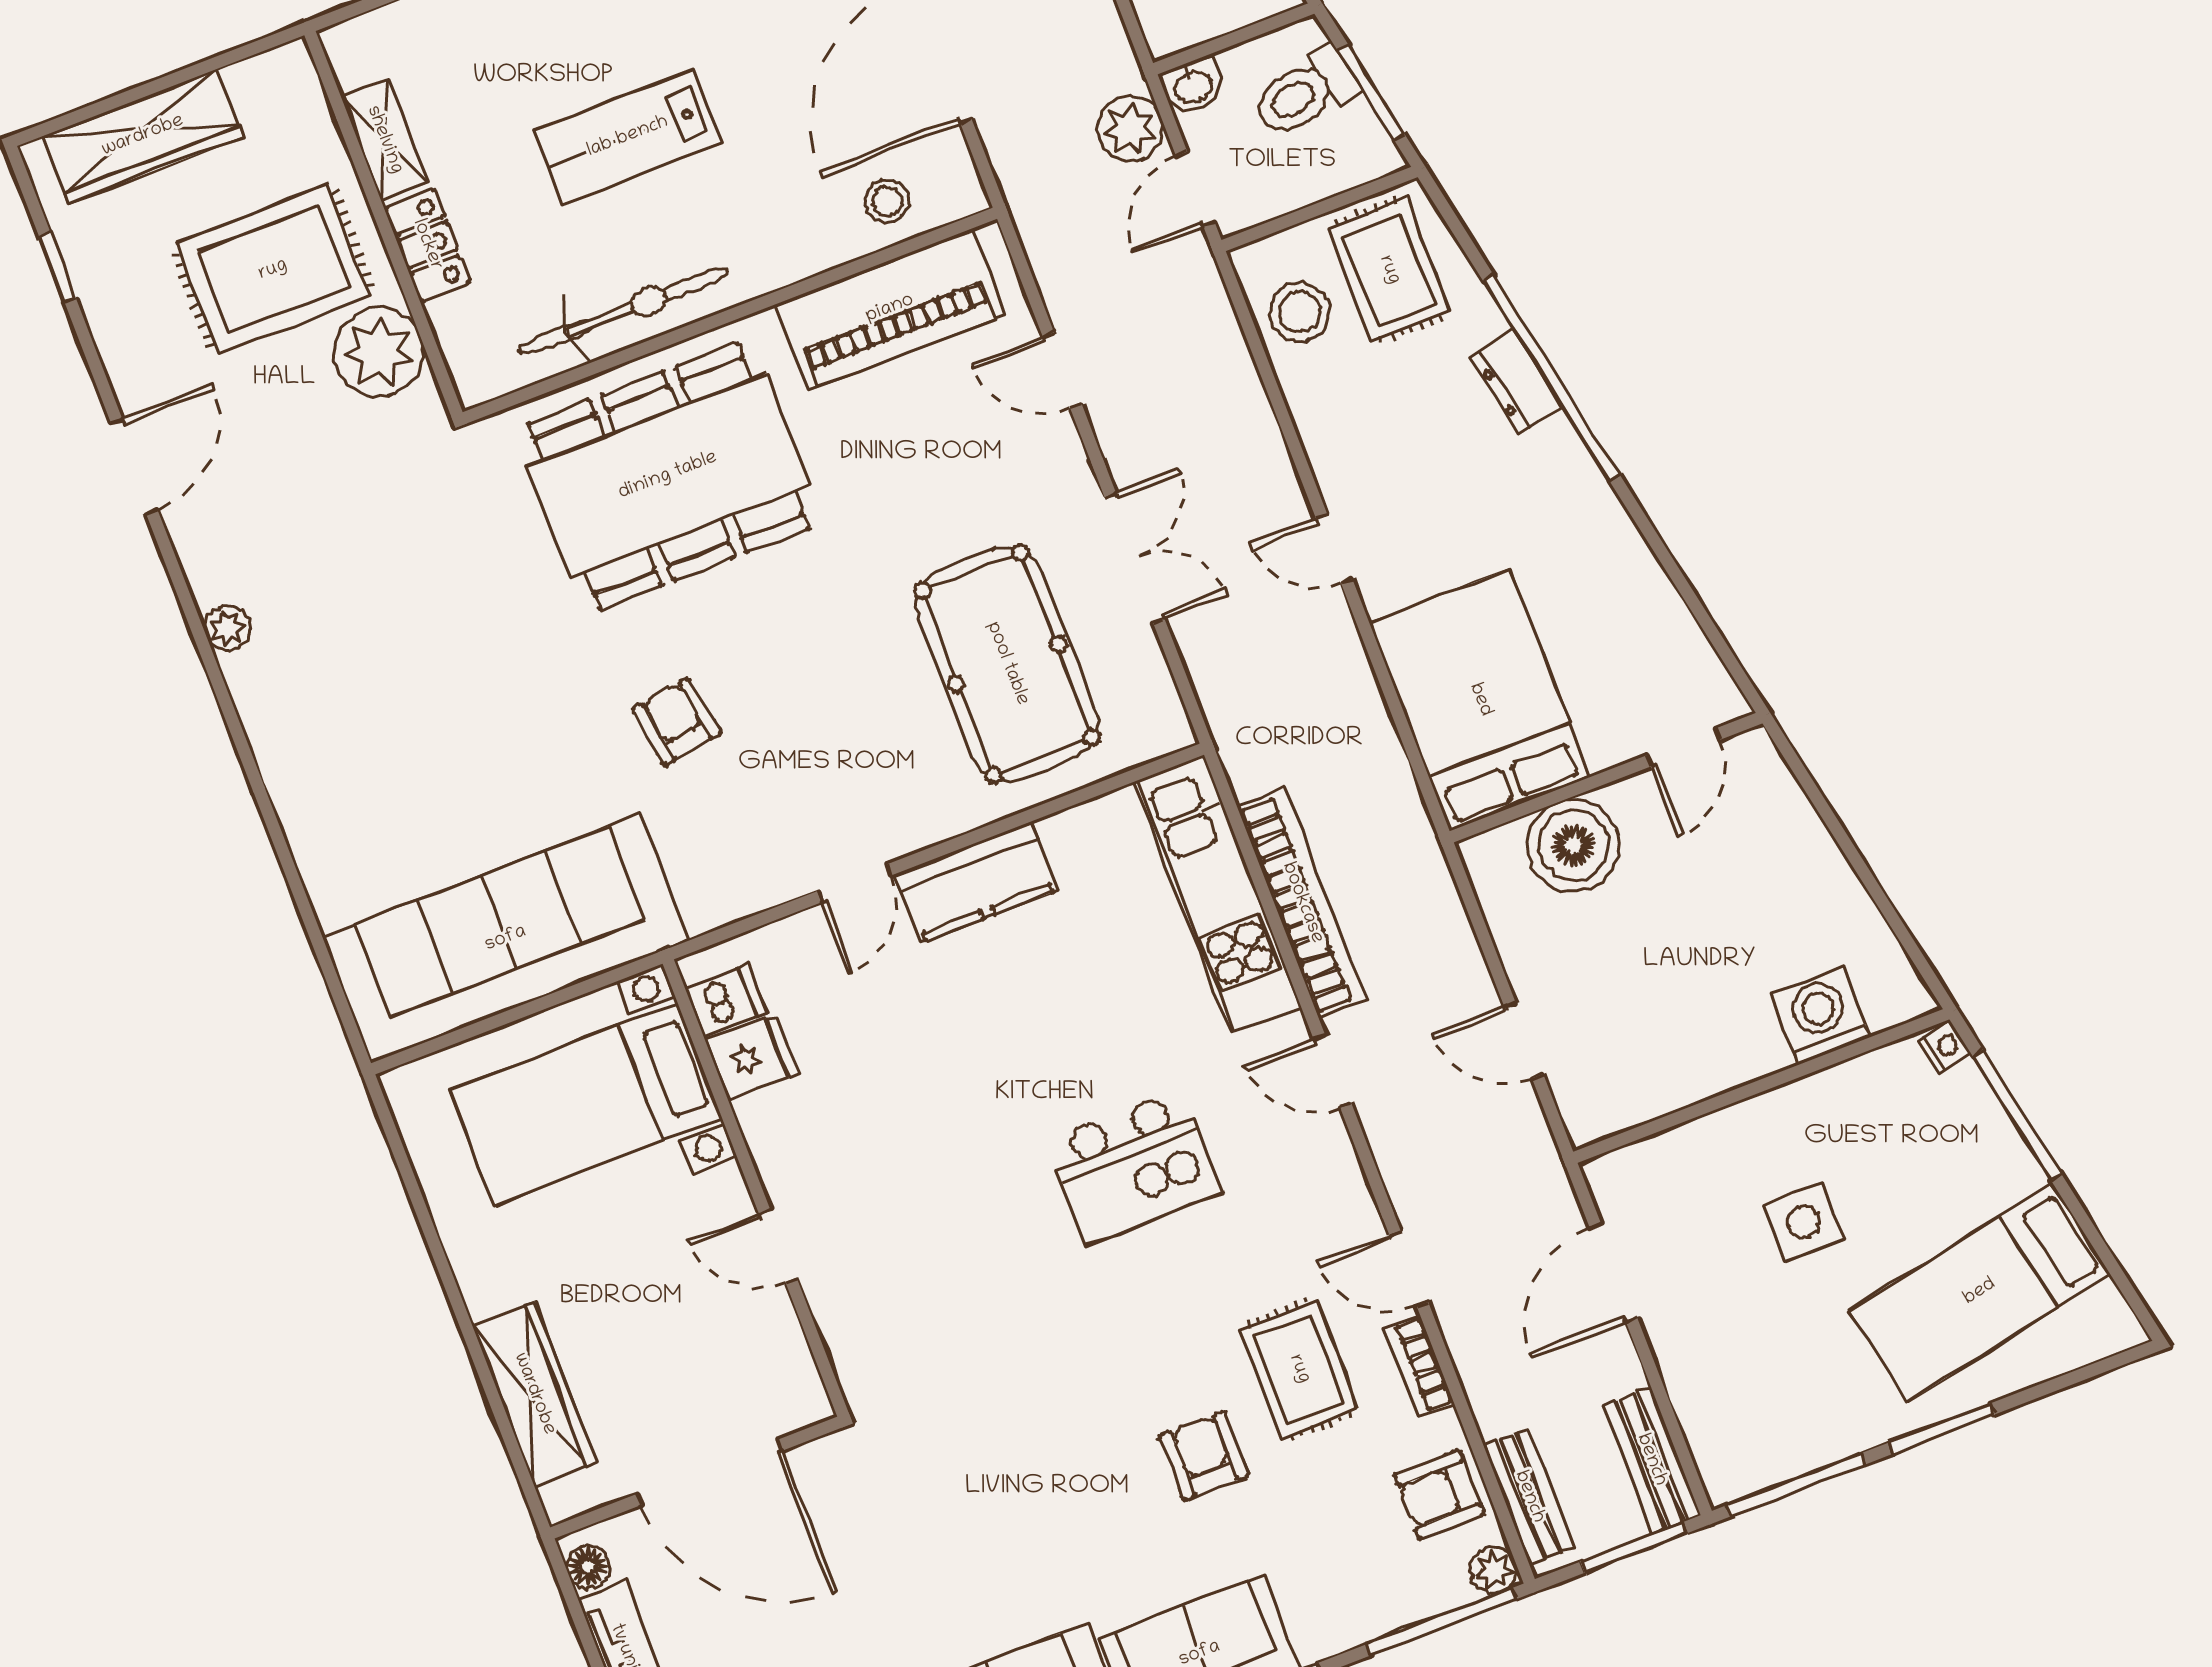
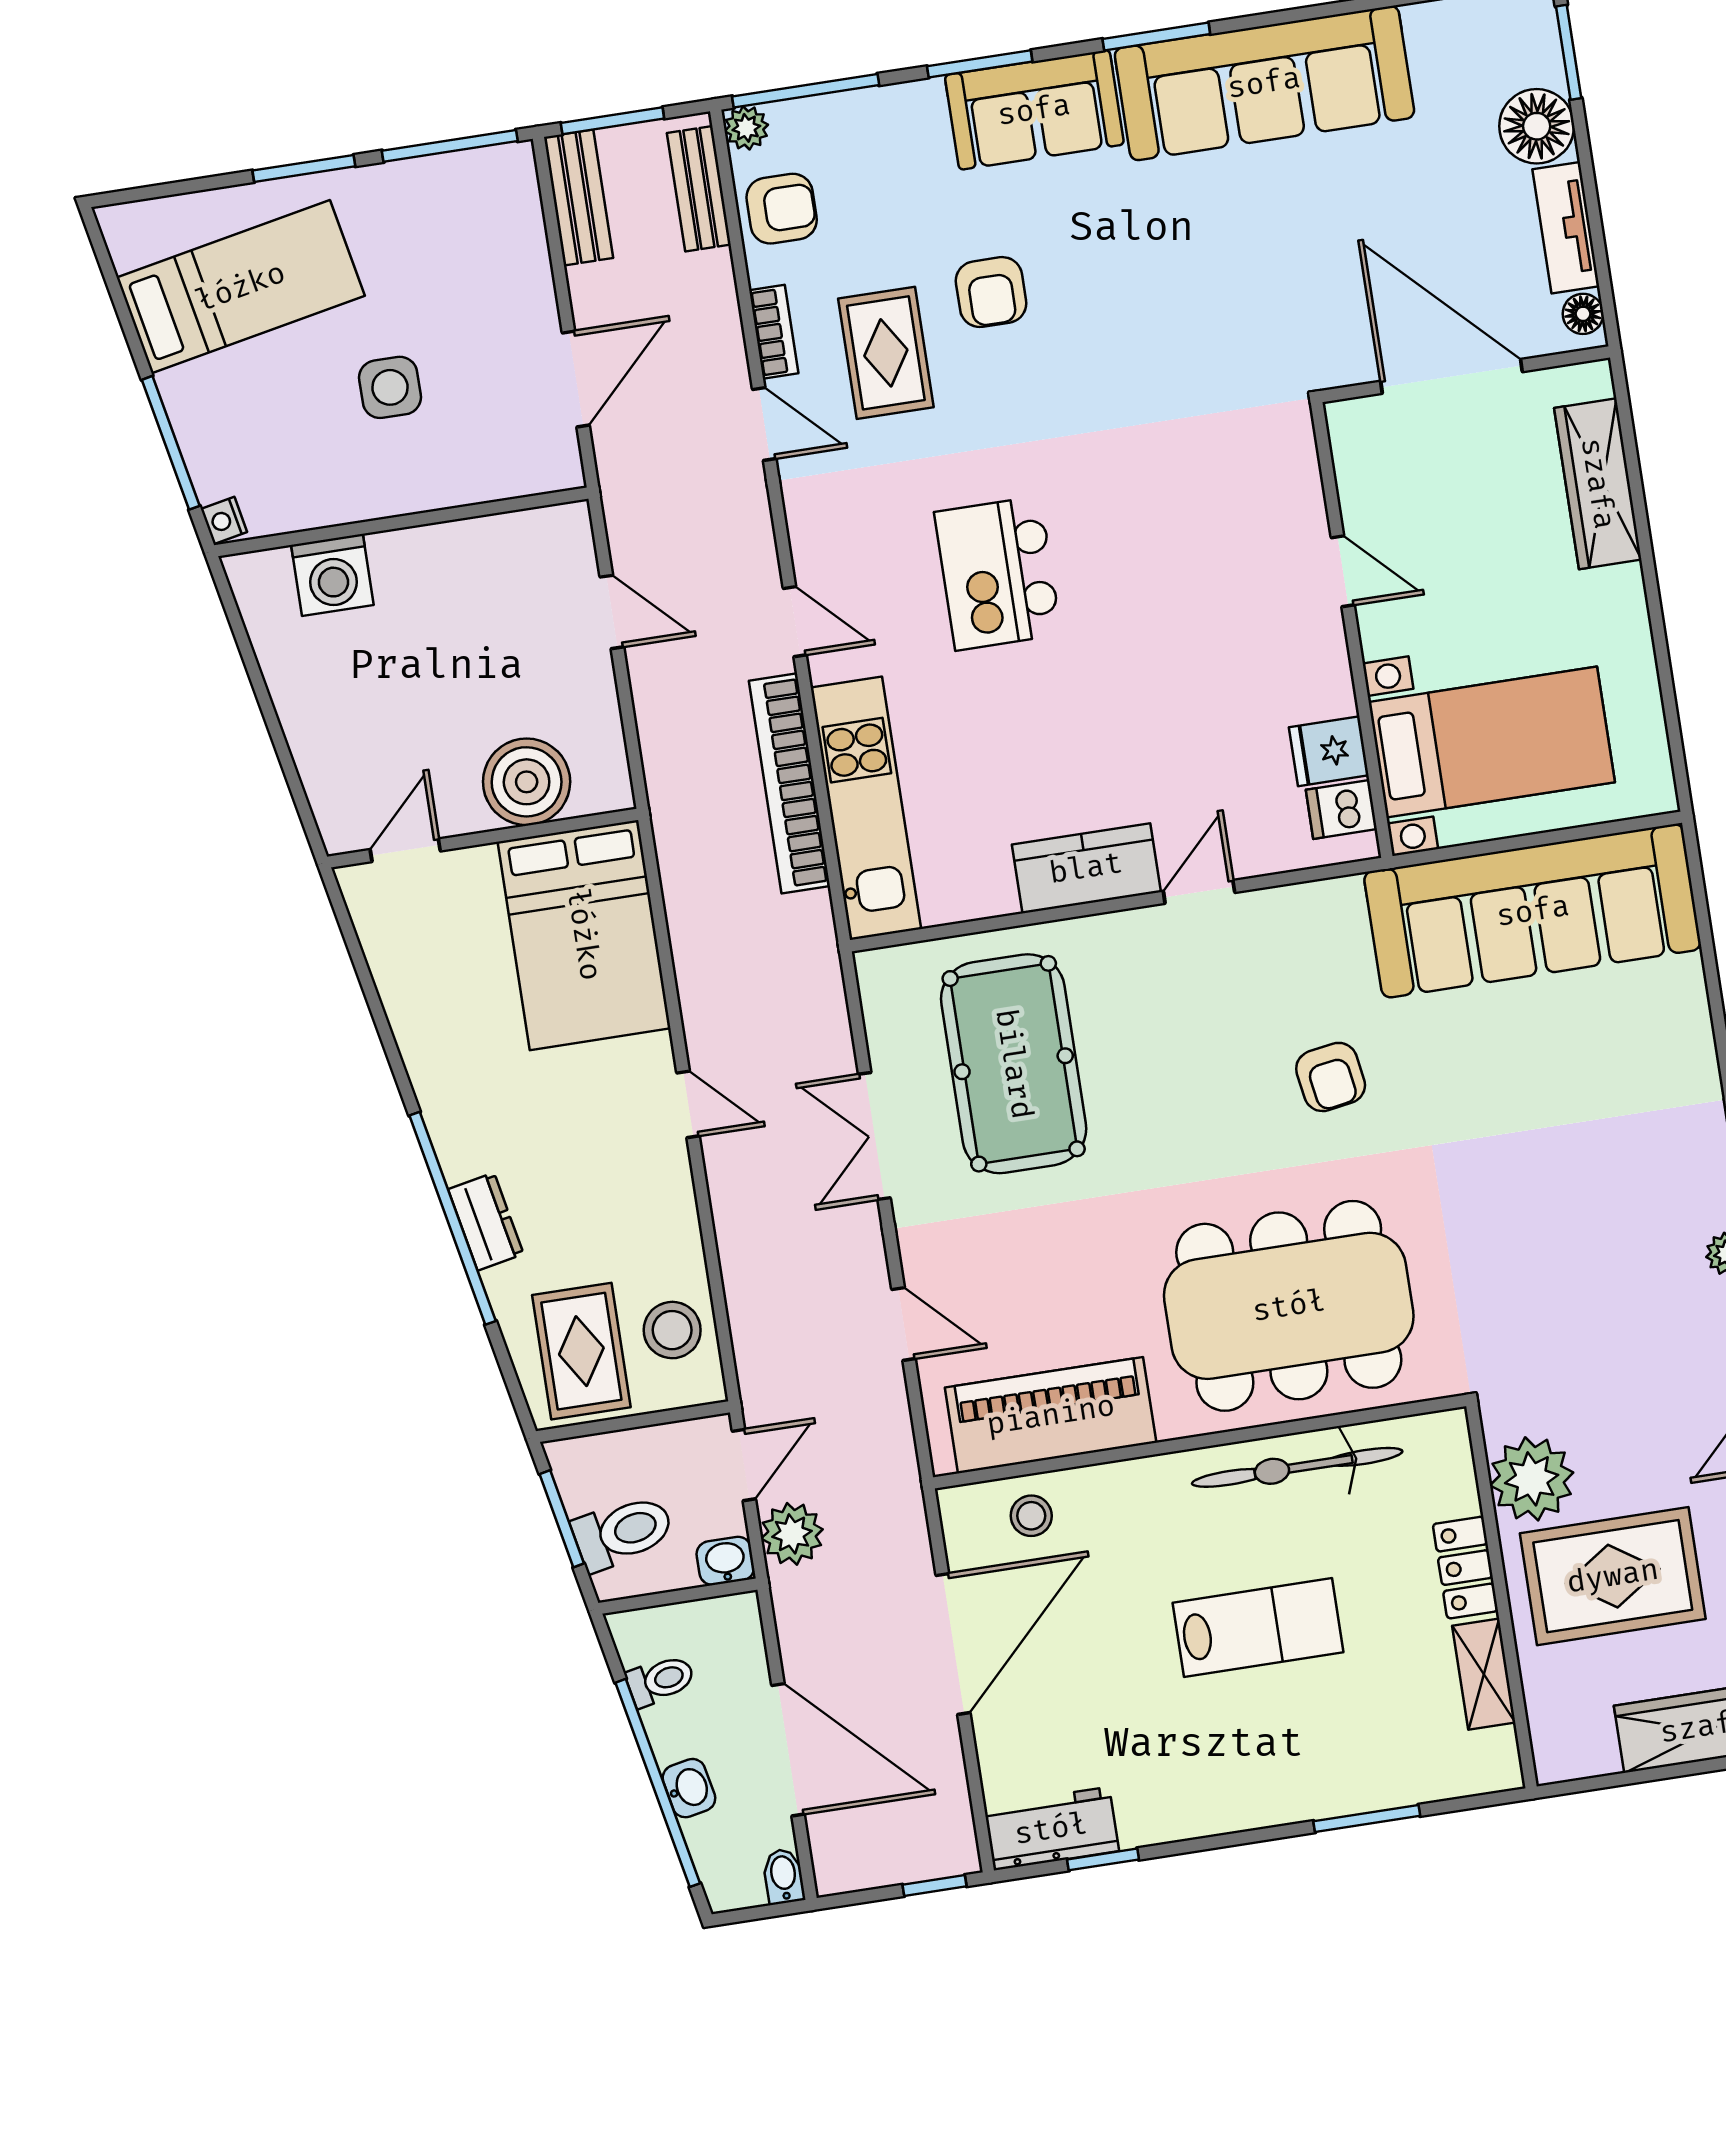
kitchen island: (1134, 1167) -> (998, 573), turned -90

